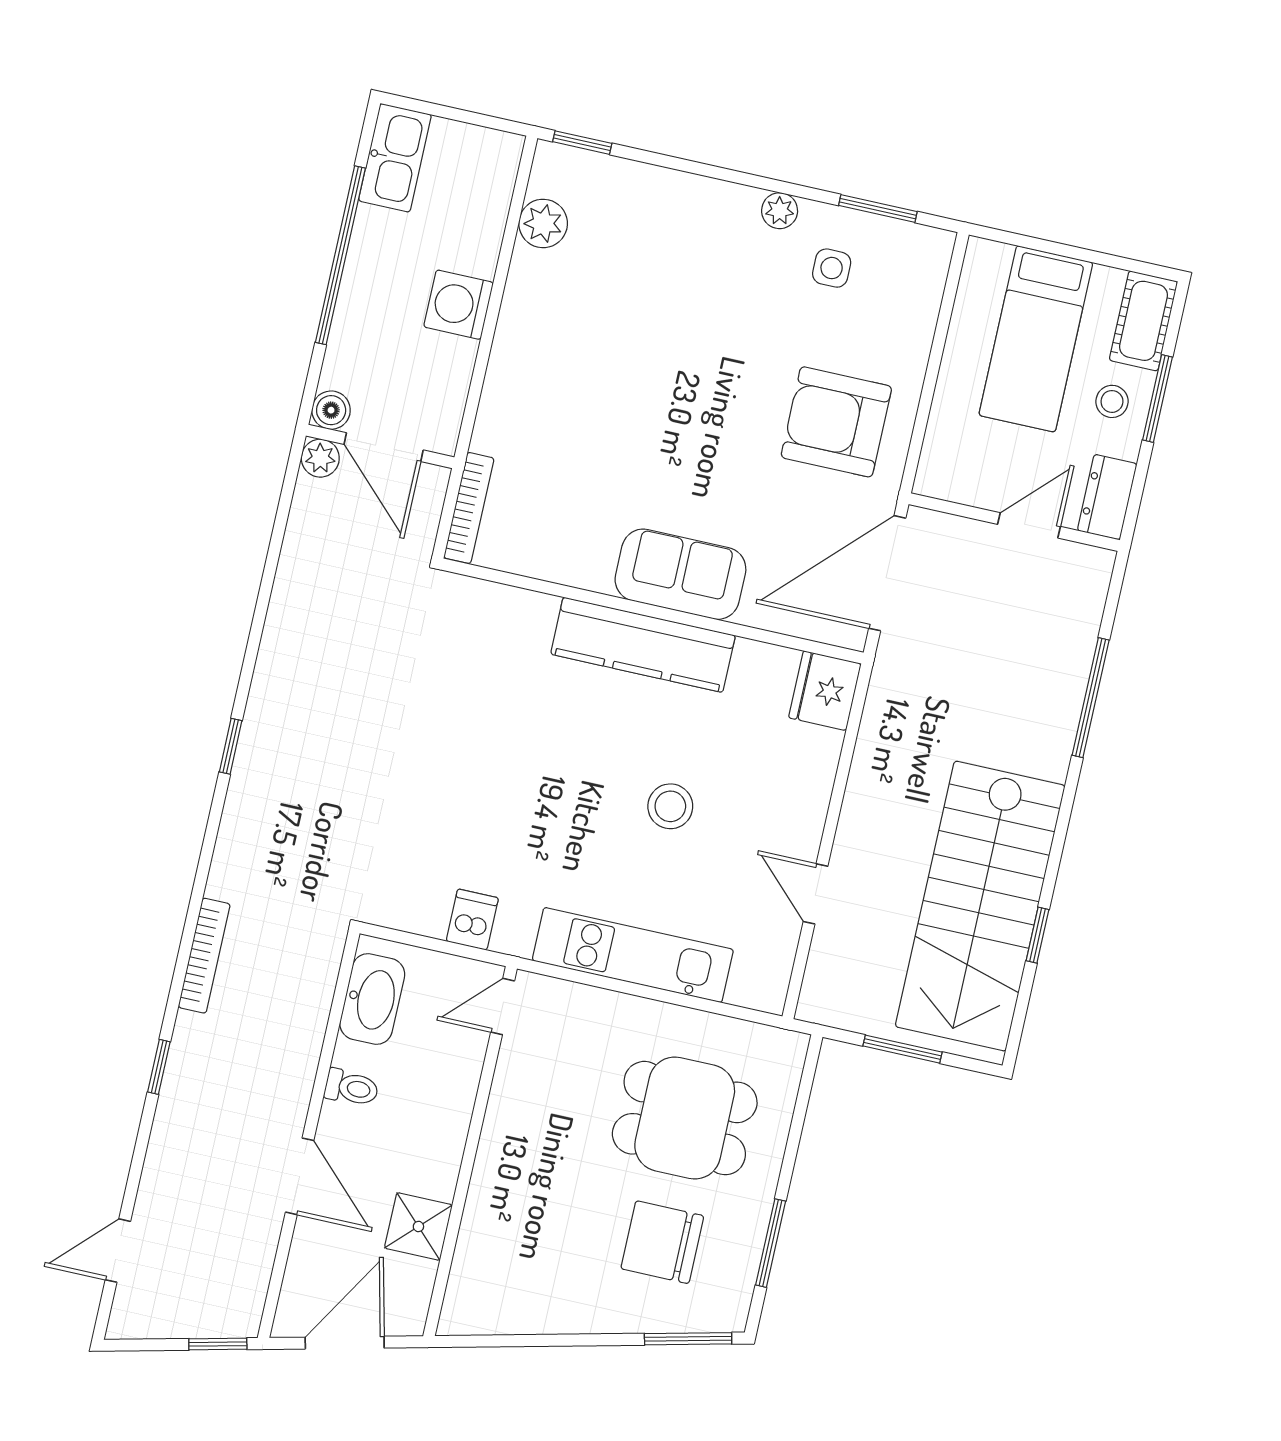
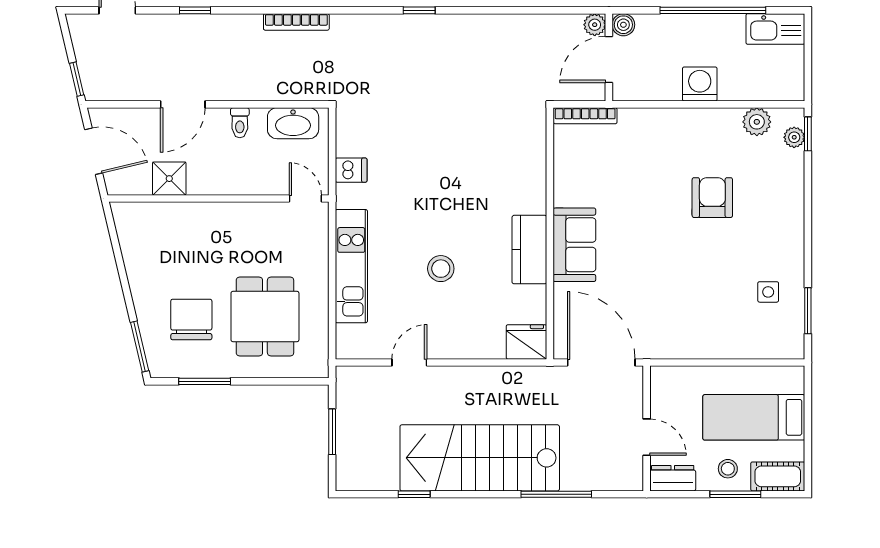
plant: (780, 211) -> (794, 137), moved
armchair: (836, 422) -> (712, 198), moved, width x0.73, depth x0.73
kitchen counter: (643, 645) -> (529, 250), width x0.67
stairs: (980, 906) -> (480, 458), moved
window: (159, 1067) -> (195, 10), moved

